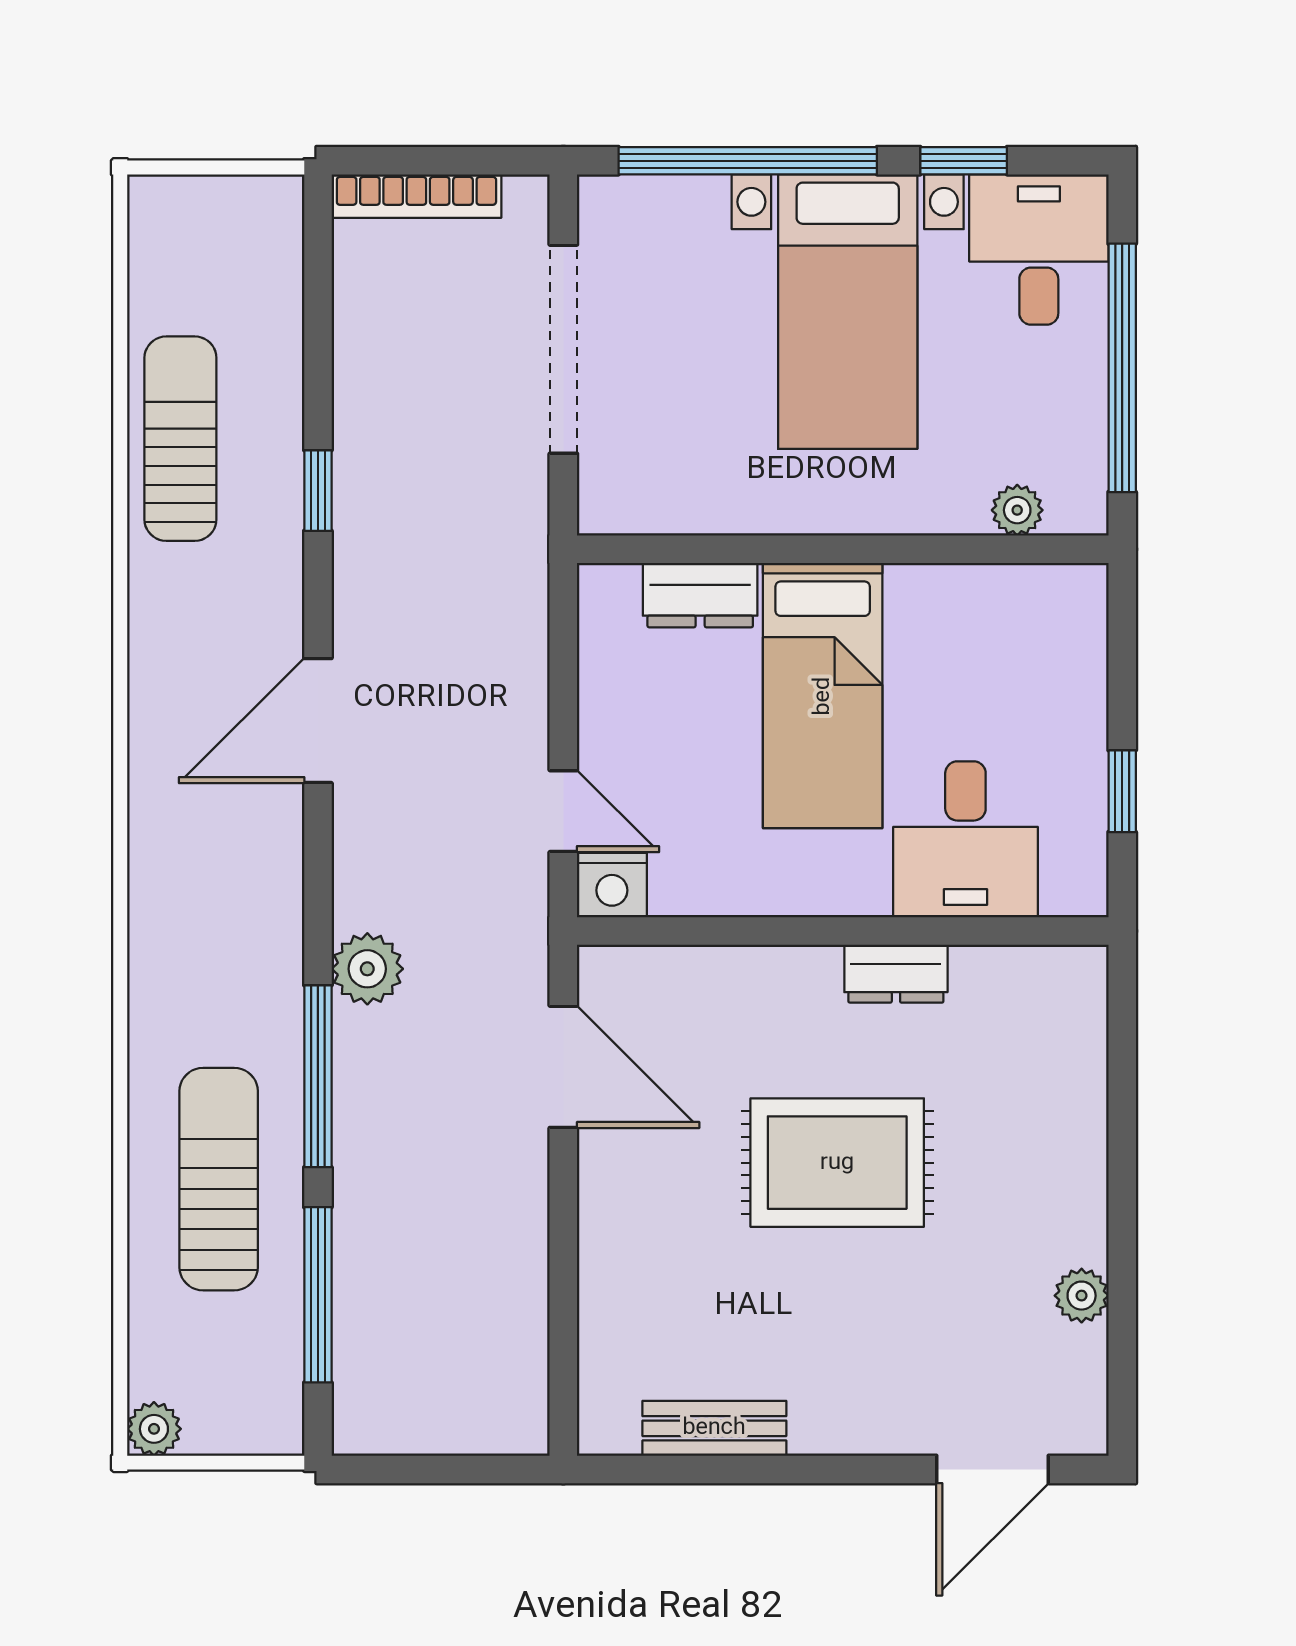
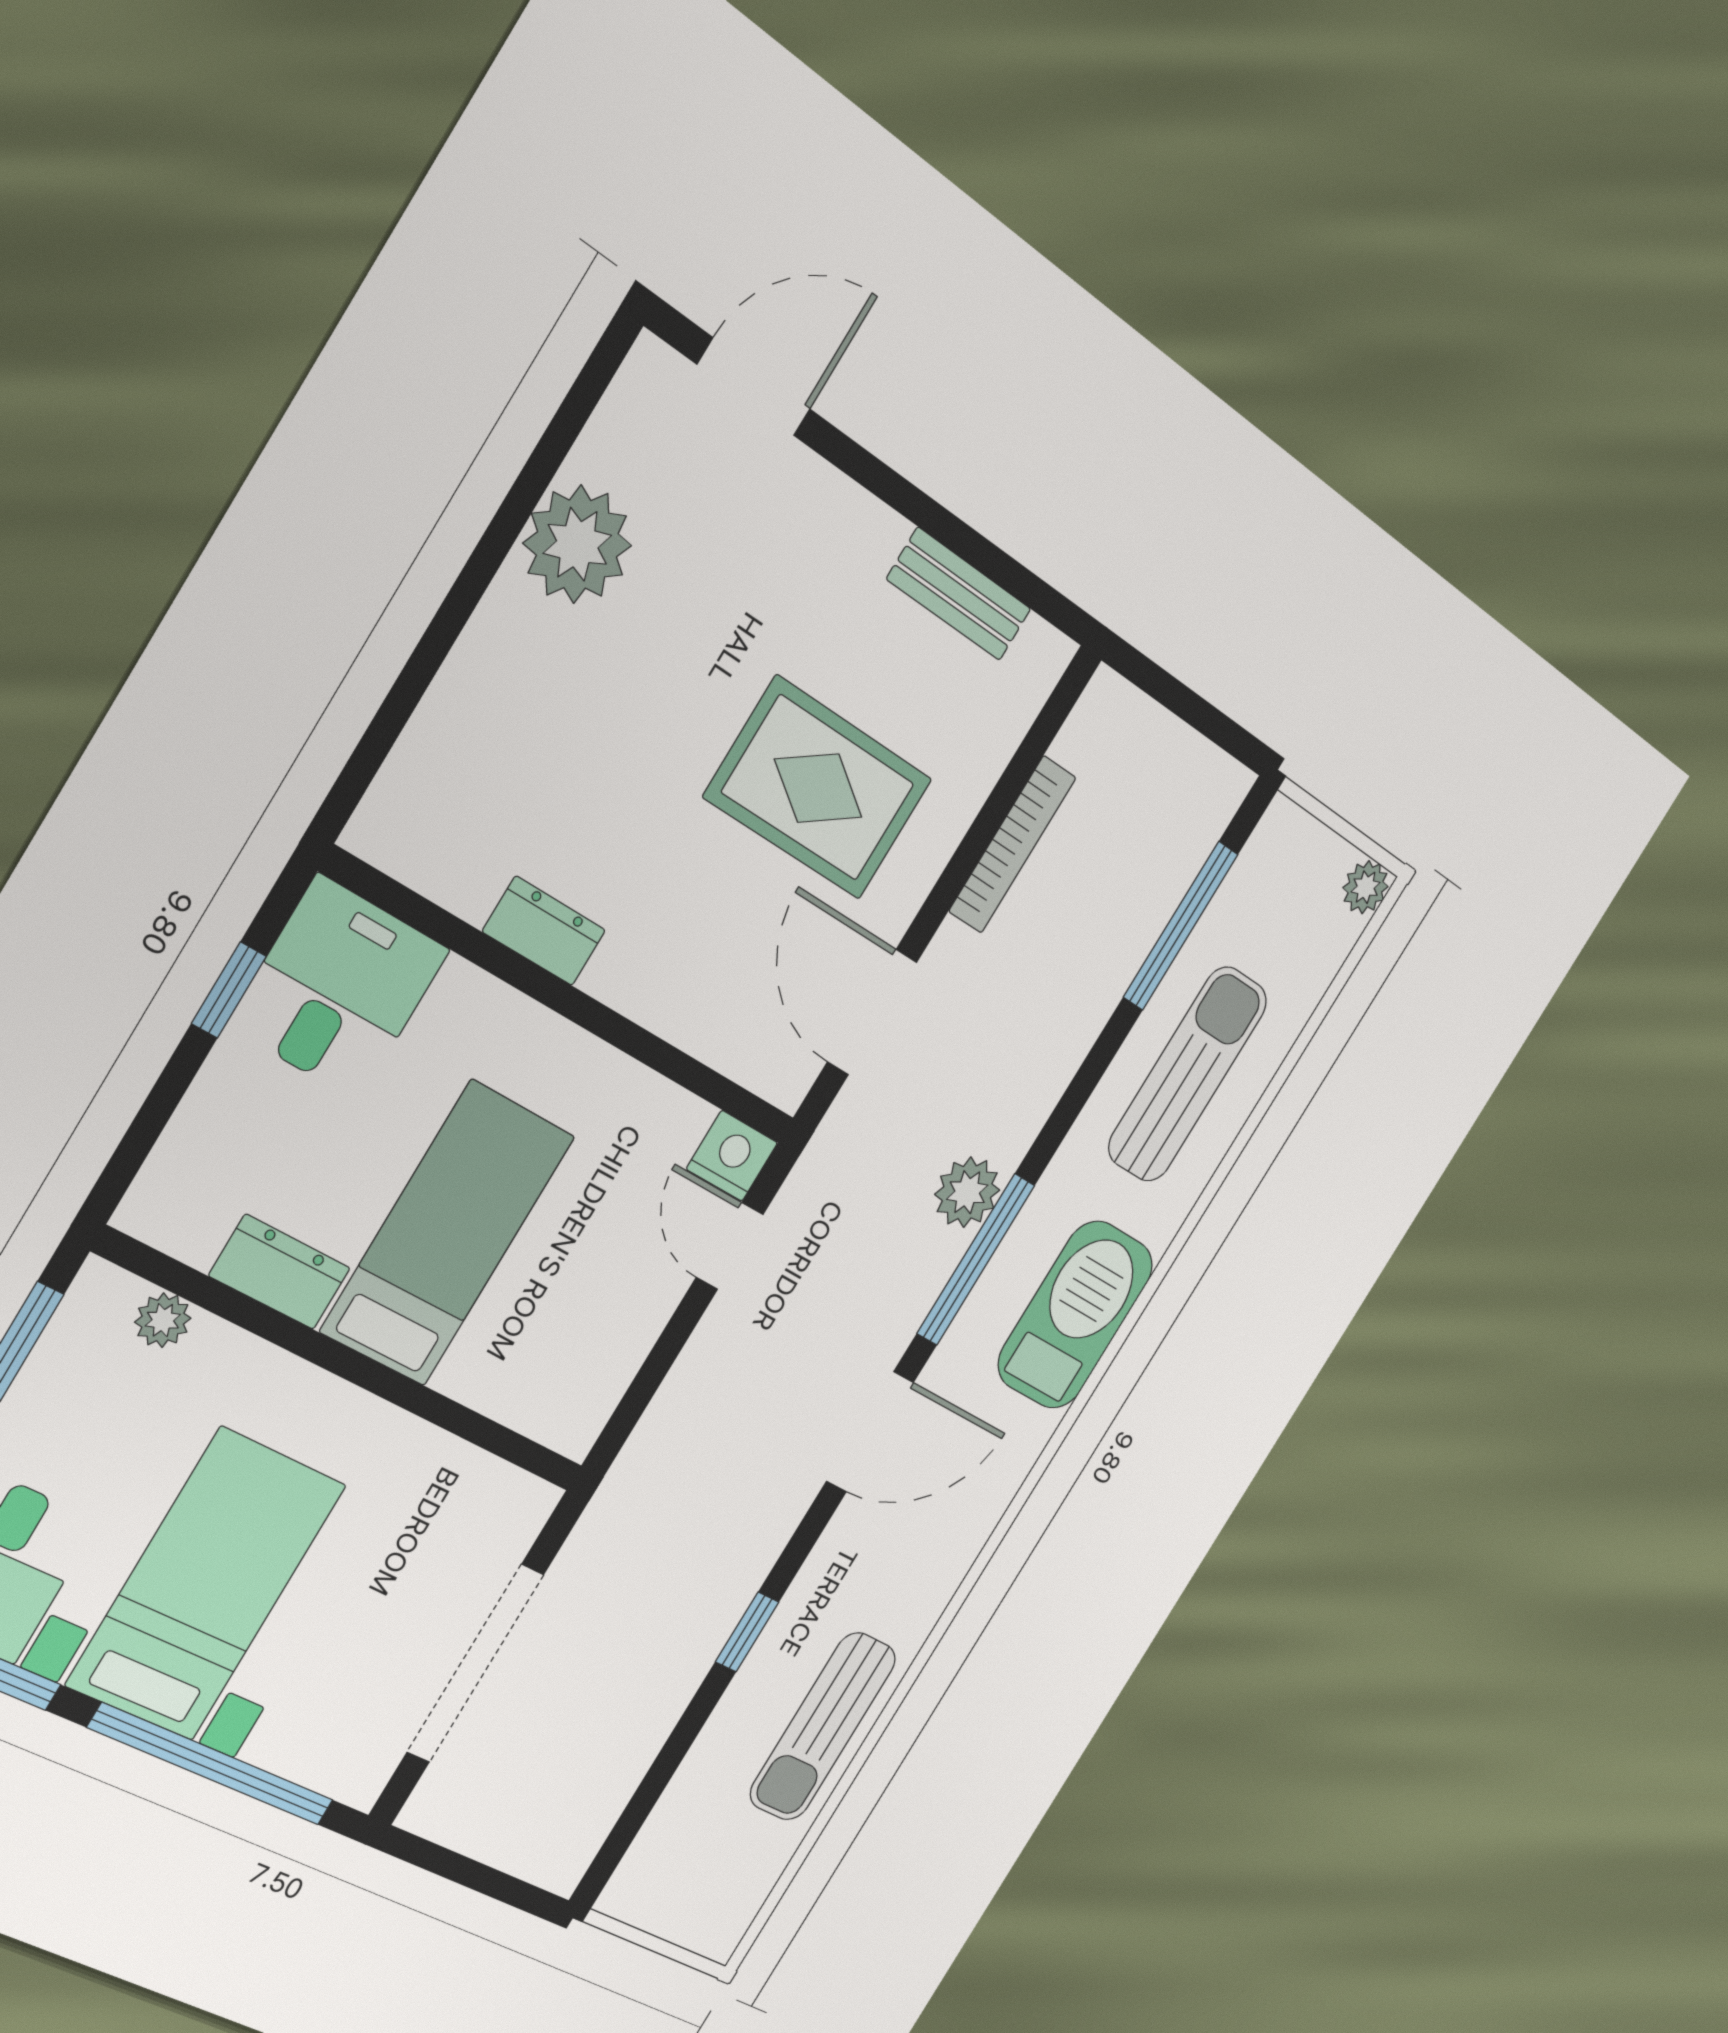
bookcase: (416, 196) -> (1012, 845), moved, turned 90
dresser: (700, 595) -> (280, 1272), moved
desk: (965, 839) -> (339, 988), moved
barbecue: (181, 920) -> (1075, 1315), added
window: (318, 1076) -> (976, 1260), moved
rug: (837, 1163) -> (818, 788), moved
sun lounger: (219, 1179) -> (1188, 1074), turned 180
plant: (1082, 1296) -> (577, 544), width x1.88, depth x1.88

